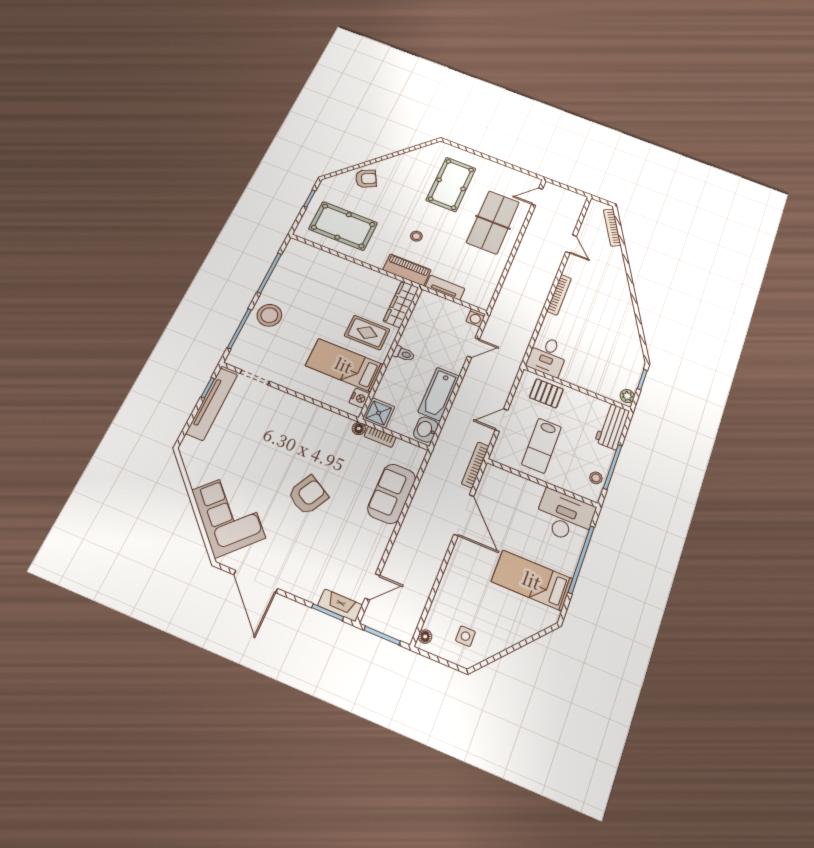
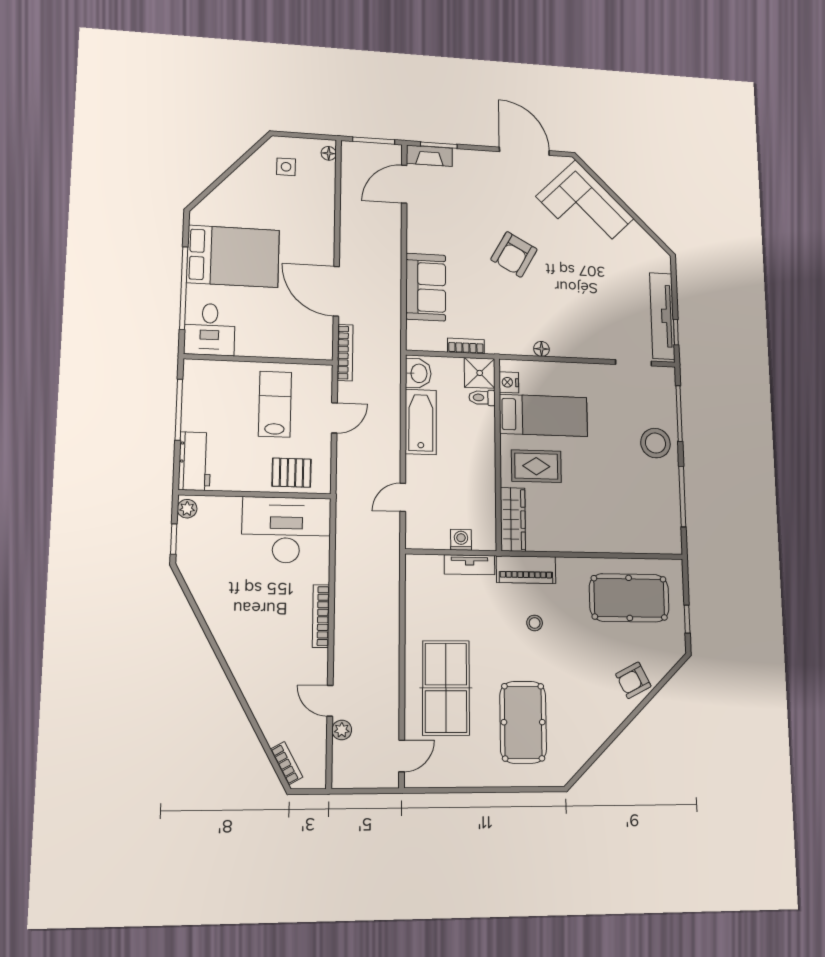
plant: (570, 225) -> (342, 730), added
bookcase: (612, 228) -> (287, 763), width x0.64
washing machine: (476, 318) -> (461, 540), moved
toilet: (404, 354) -> (482, 398), moved
desk: (547, 356) -> (286, 530), width x1.87, depth x1.30
floor lamp: (359, 429) -> (541, 349), moved
stool: (596, 478) -> (196, 389), removed
desk: (565, 517) -> (210, 329), width x0.73
bed: (532, 580) -> (233, 256), width x1.50
door: (373, 587) -> (404, 184), width x1.38

